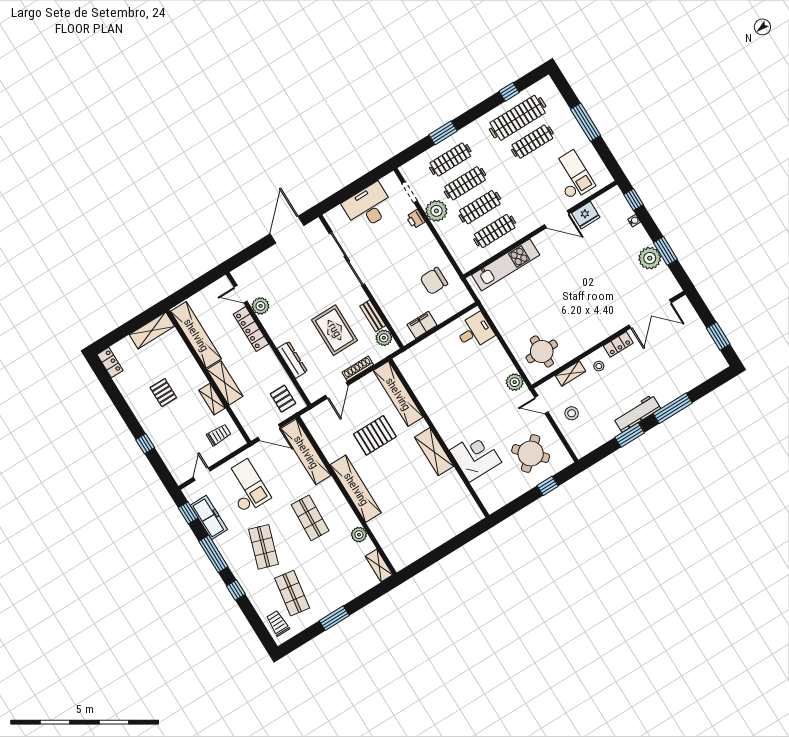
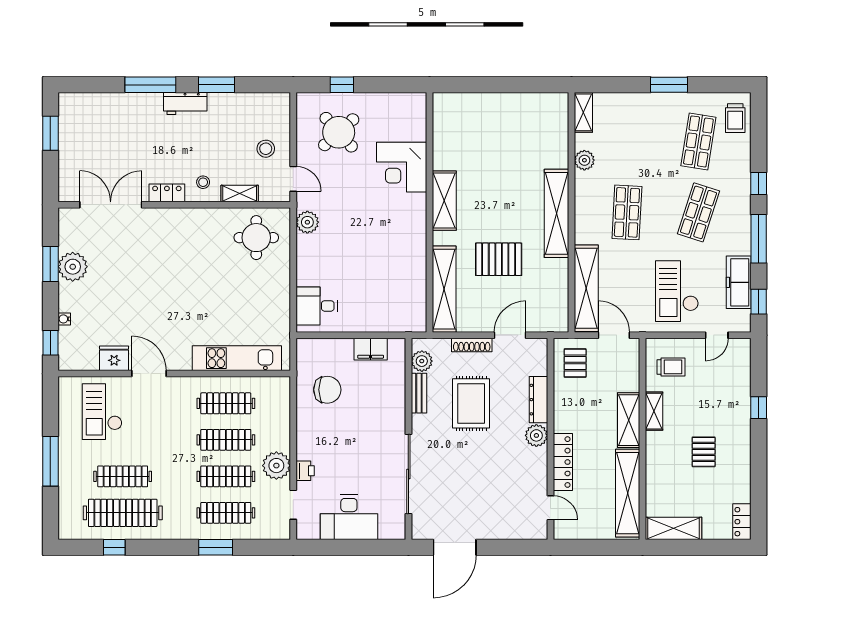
plant: (261, 306) -> (536, 435), moved
workbench: (637, 413) -> (185, 104), width x0.73
trolley: (219, 435) -> (671, 367), turned 180

